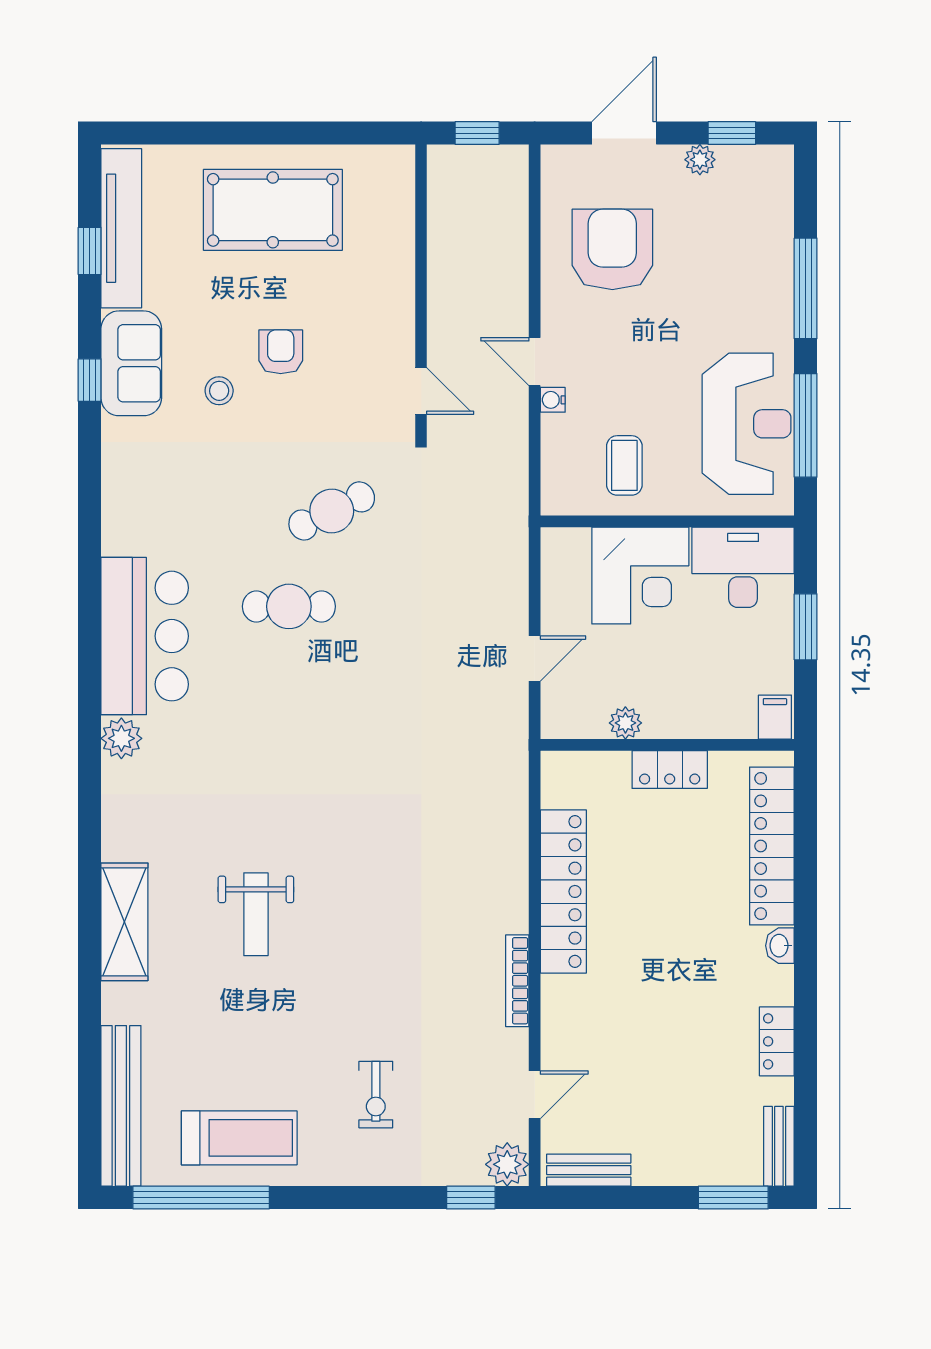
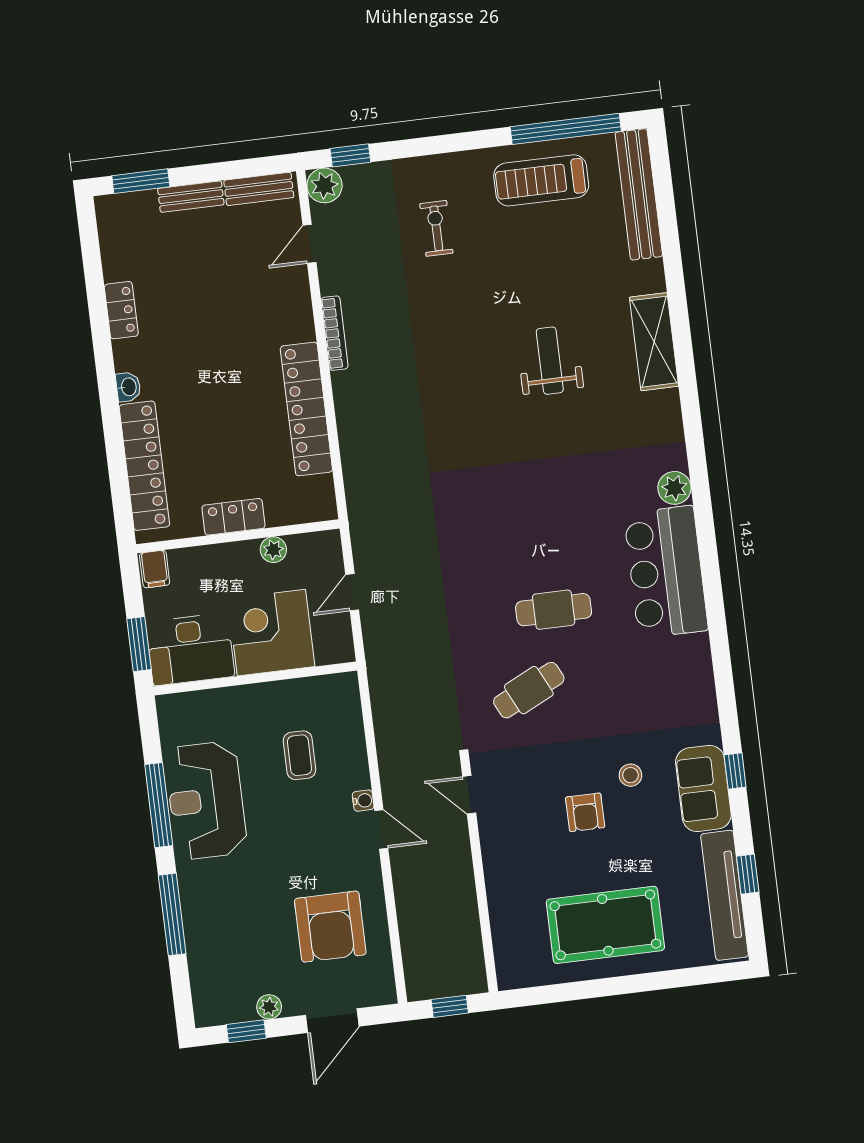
wall: (667, 521) -> (255, 678), moved
desk: (743, 567) -> (190, 649), moved
corner desk: (640, 575) -> (271, 633), moved
bench: (779, 1146) -> (191, 197), moved, turned 90

